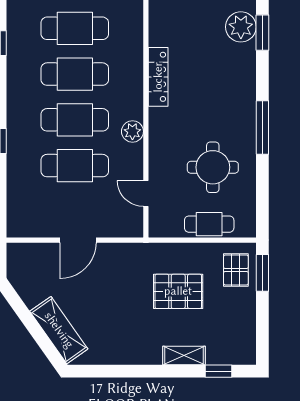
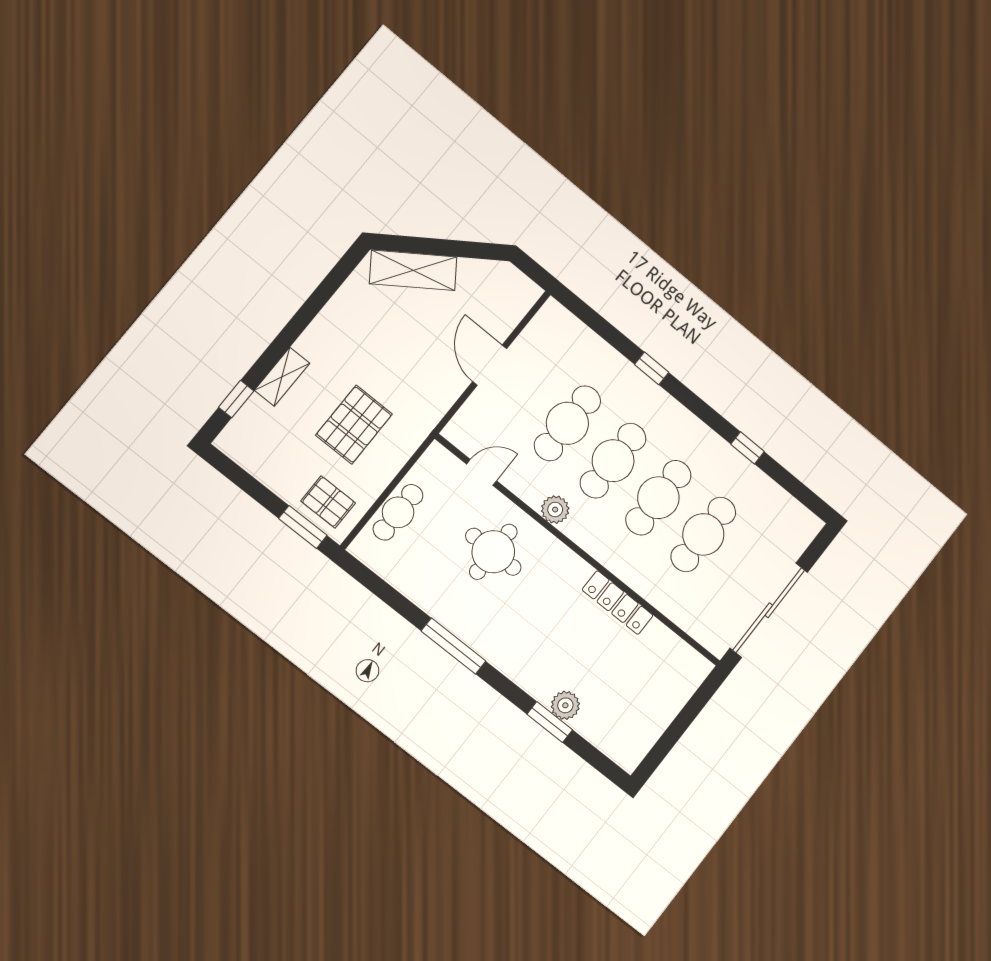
plant: (241, 27) -> (565, 705), width x0.73, depth x0.73
locker: (158, 77) -> (618, 603), moved
round table: (213, 167) -> (493, 552), moved

